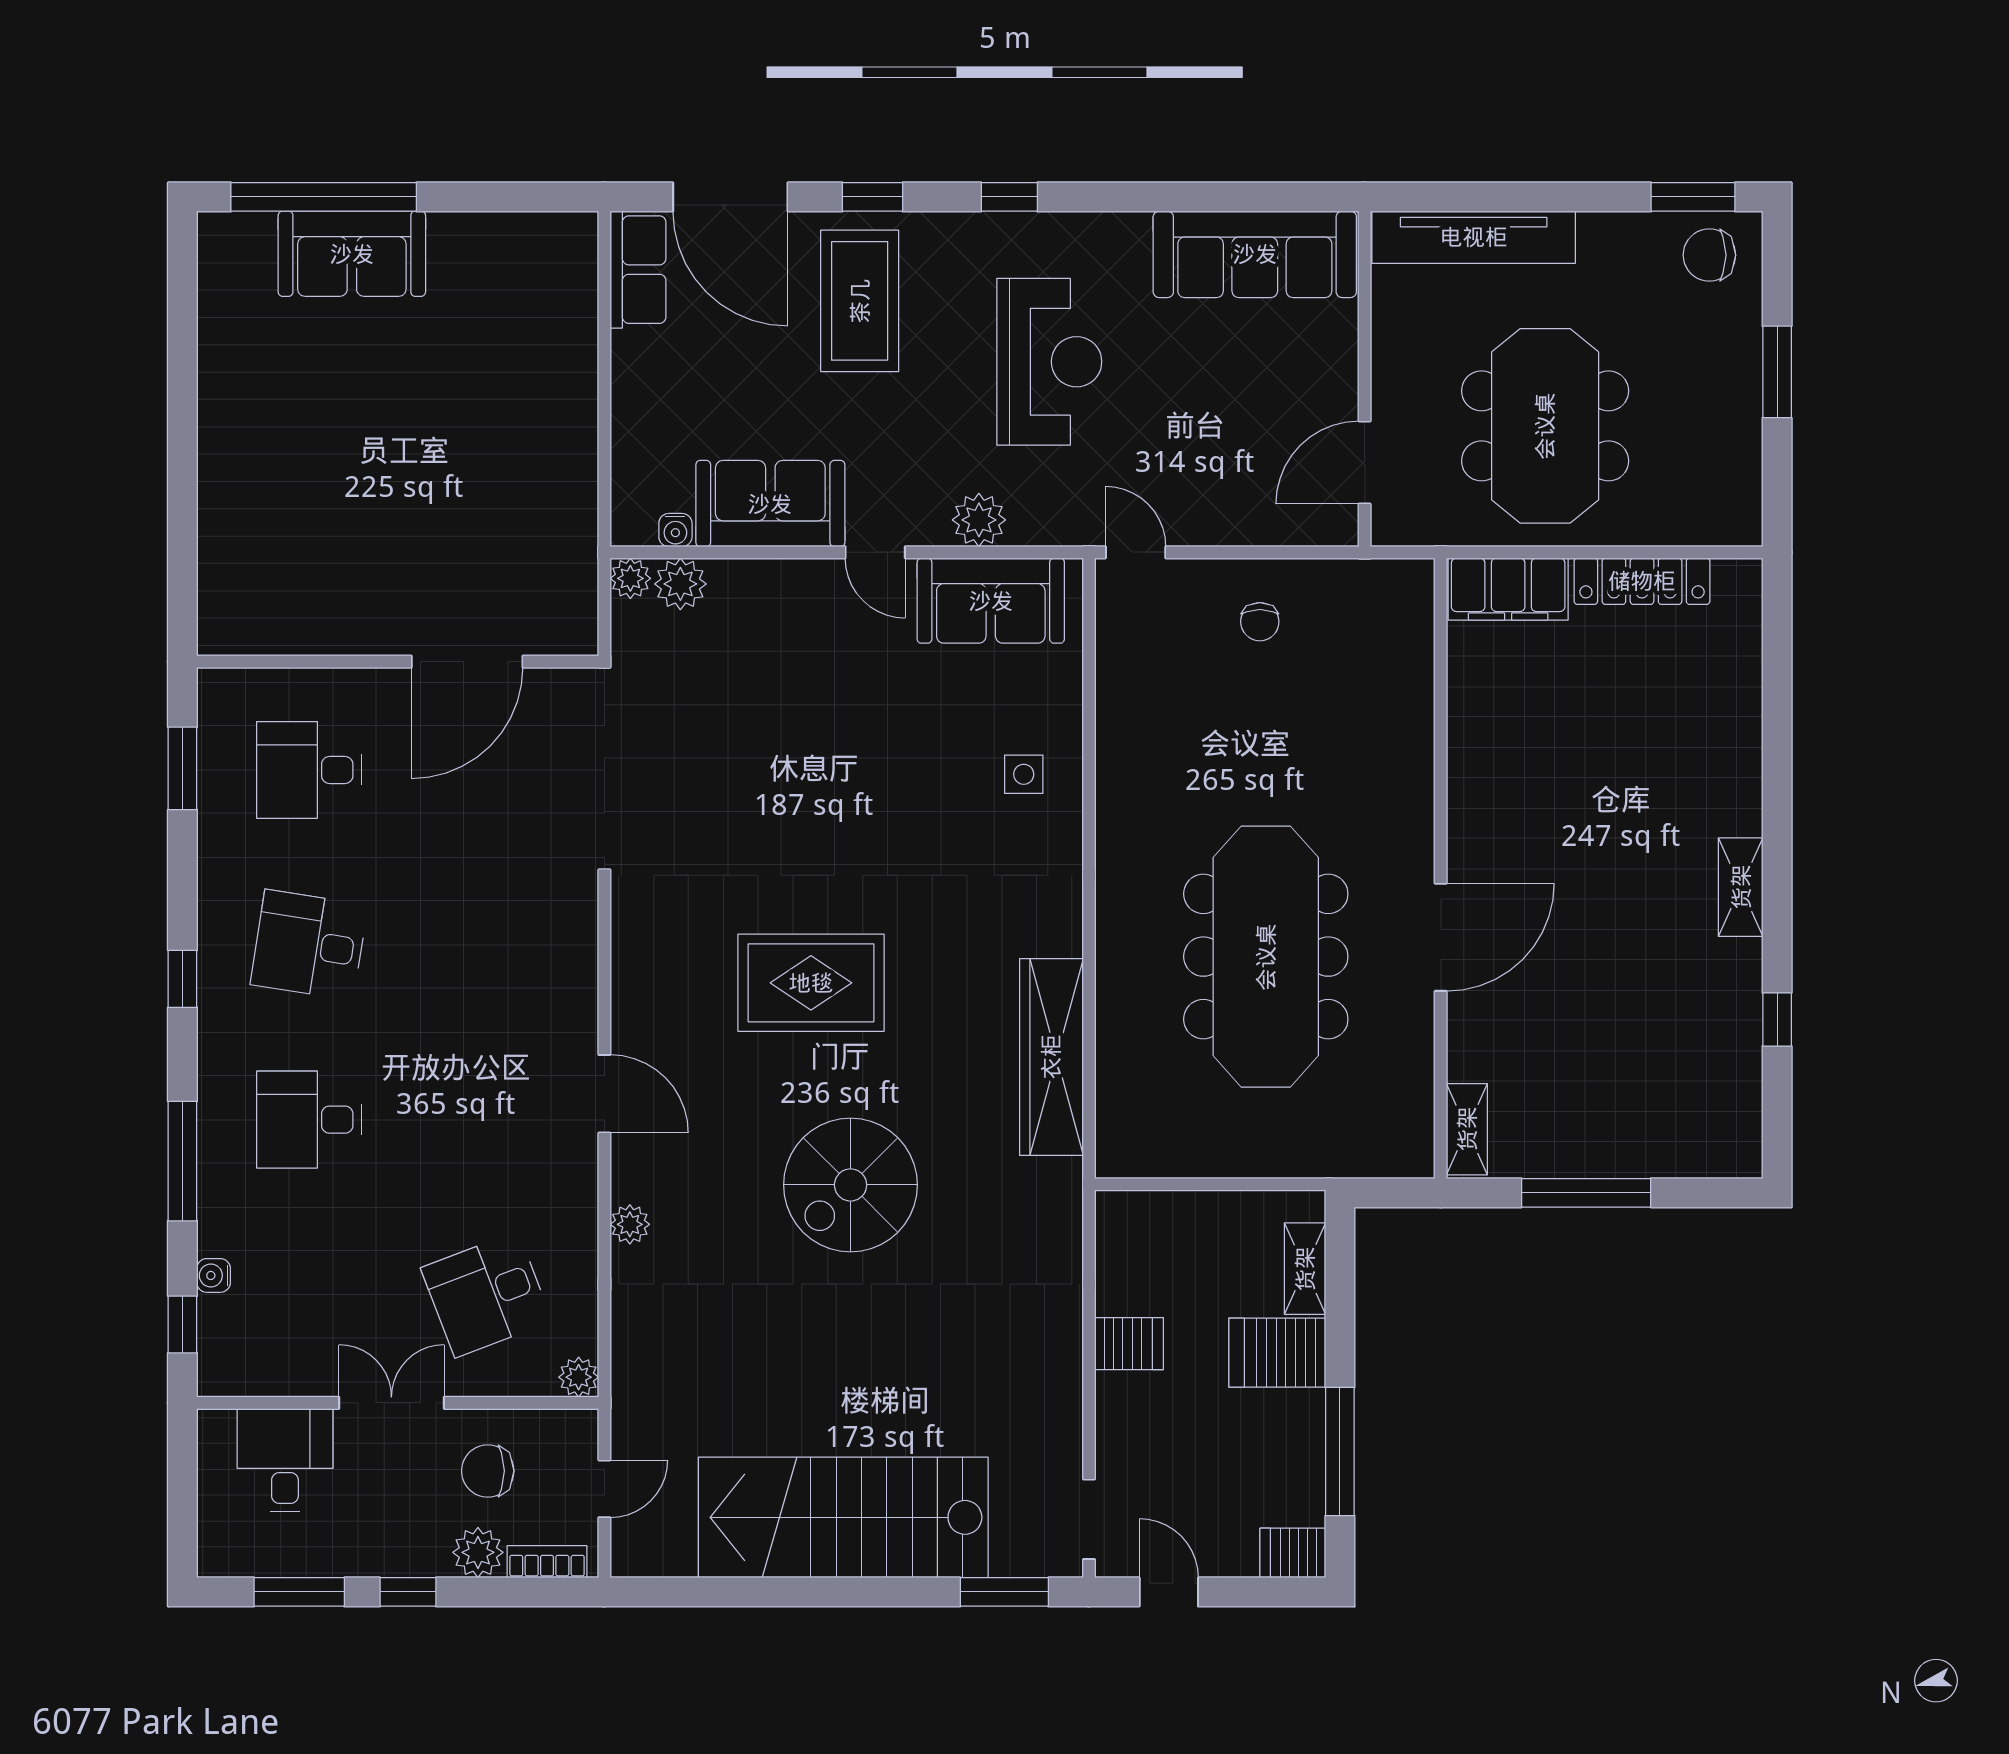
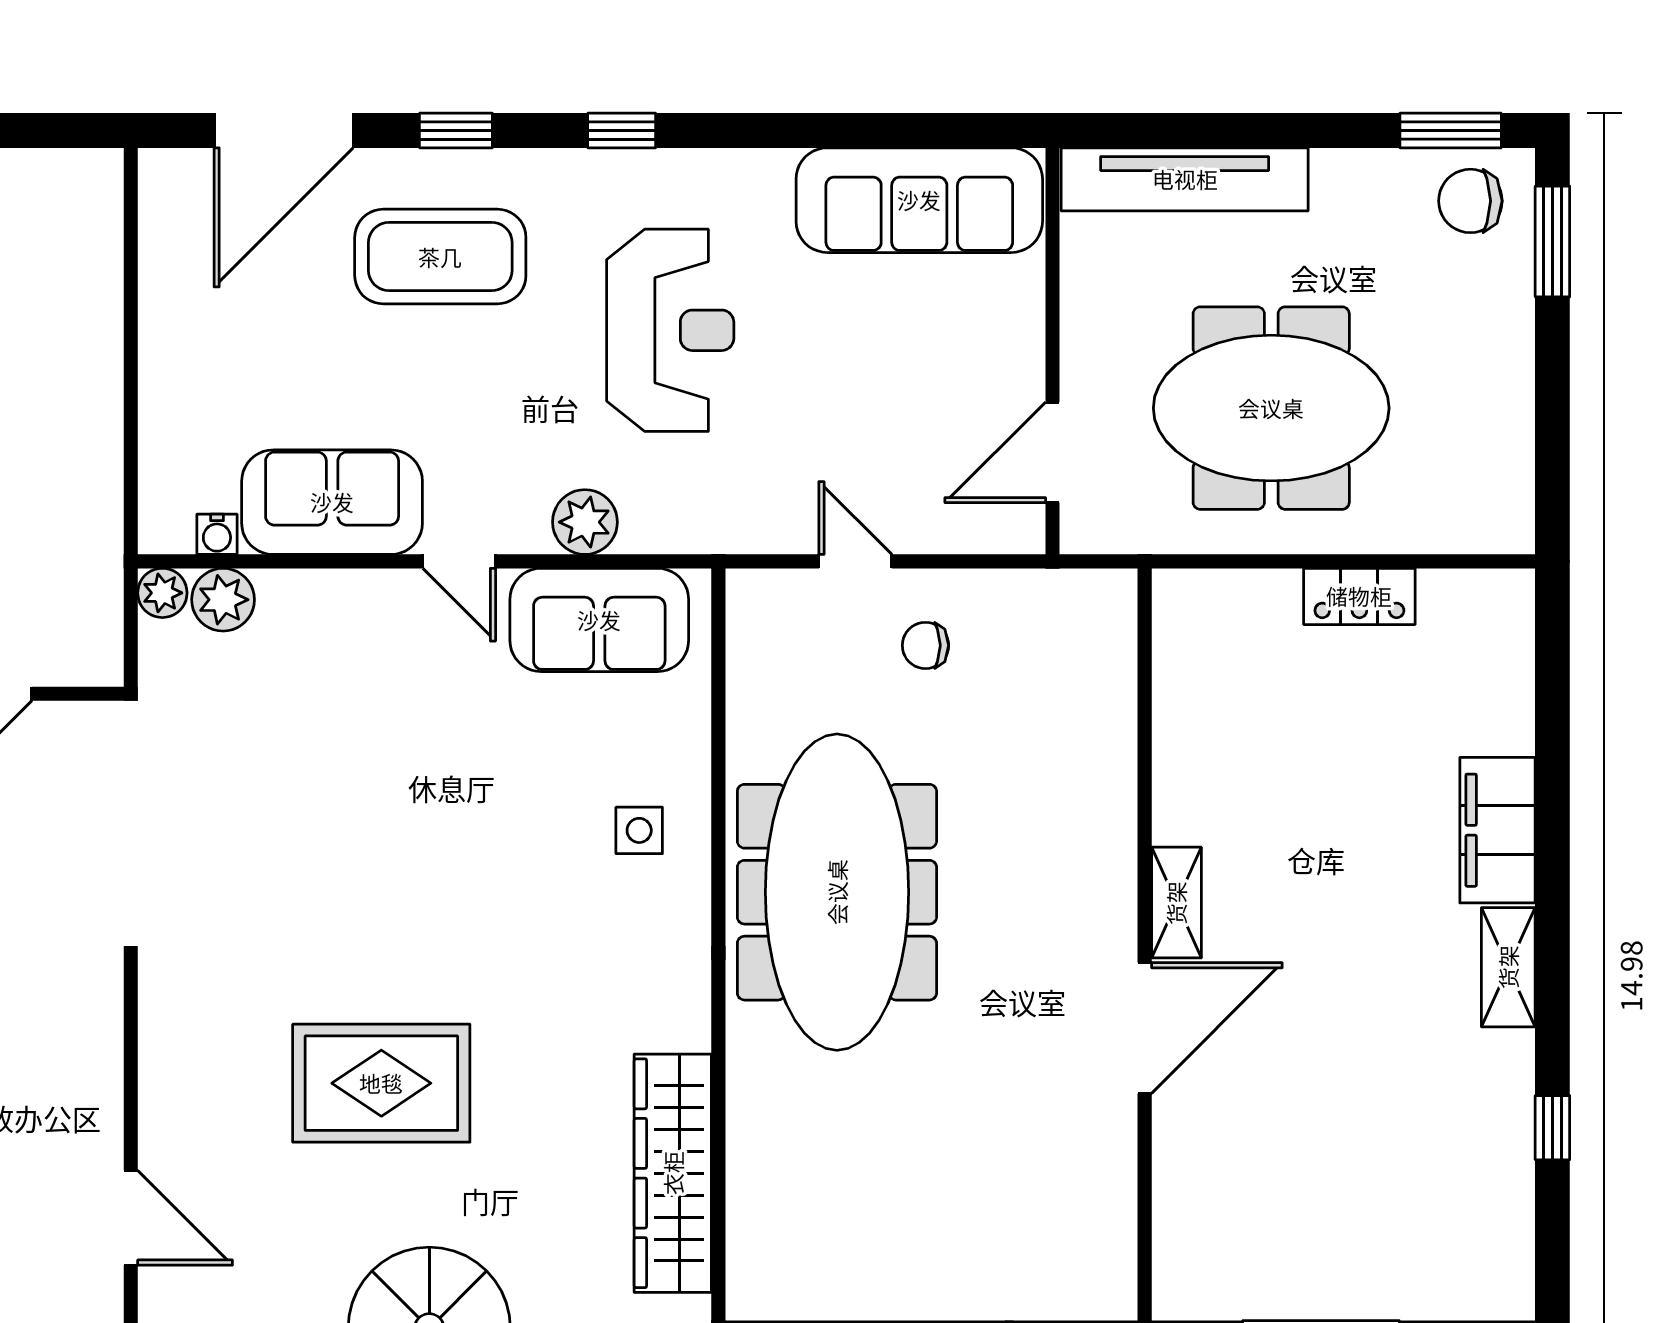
door: (730, 197) -> (284, 130), hinge flipped
row of seats: (638, 270) -> (172, 219), removed
coffee table: (860, 301) -> (440, 257), turned 90
window: (1777, 372) -> (1552, 242), moved
meeting table: (1545, 426) -> (1271, 408), turned 90
door: (1136, 552) -> (855, 561), moved
locker: (1642, 581) -> (1359, 596), width x0.66
filing cabinet: (1508, 589) -> (1497, 830), moved, turned 90
chair: (1260, 622) -> (925, 645), turned 90
meeting table: (1266, 957) -> (837, 892), moved
shelving: (1467, 1129) -> (1176, 903), moved

